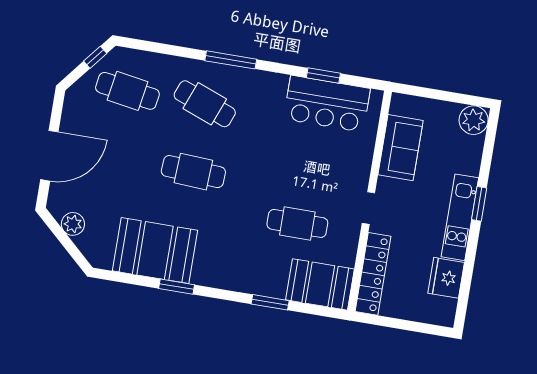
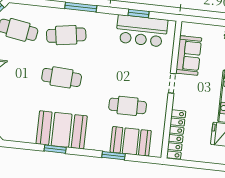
cafe table: (205, 104) -> (66, 35), turned -30
doorway: (368, 208) -> (172, 83), moved
booth: (155, 251) -> (62, 130), moved
booth: (320, 284) -> (131, 141), moved

